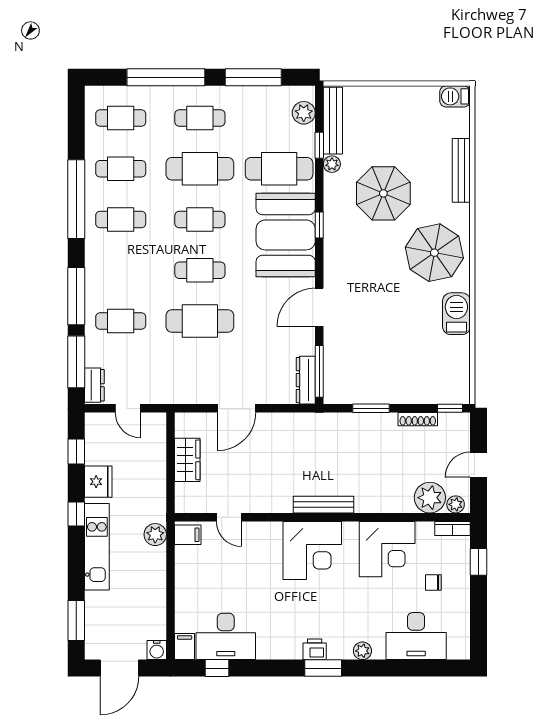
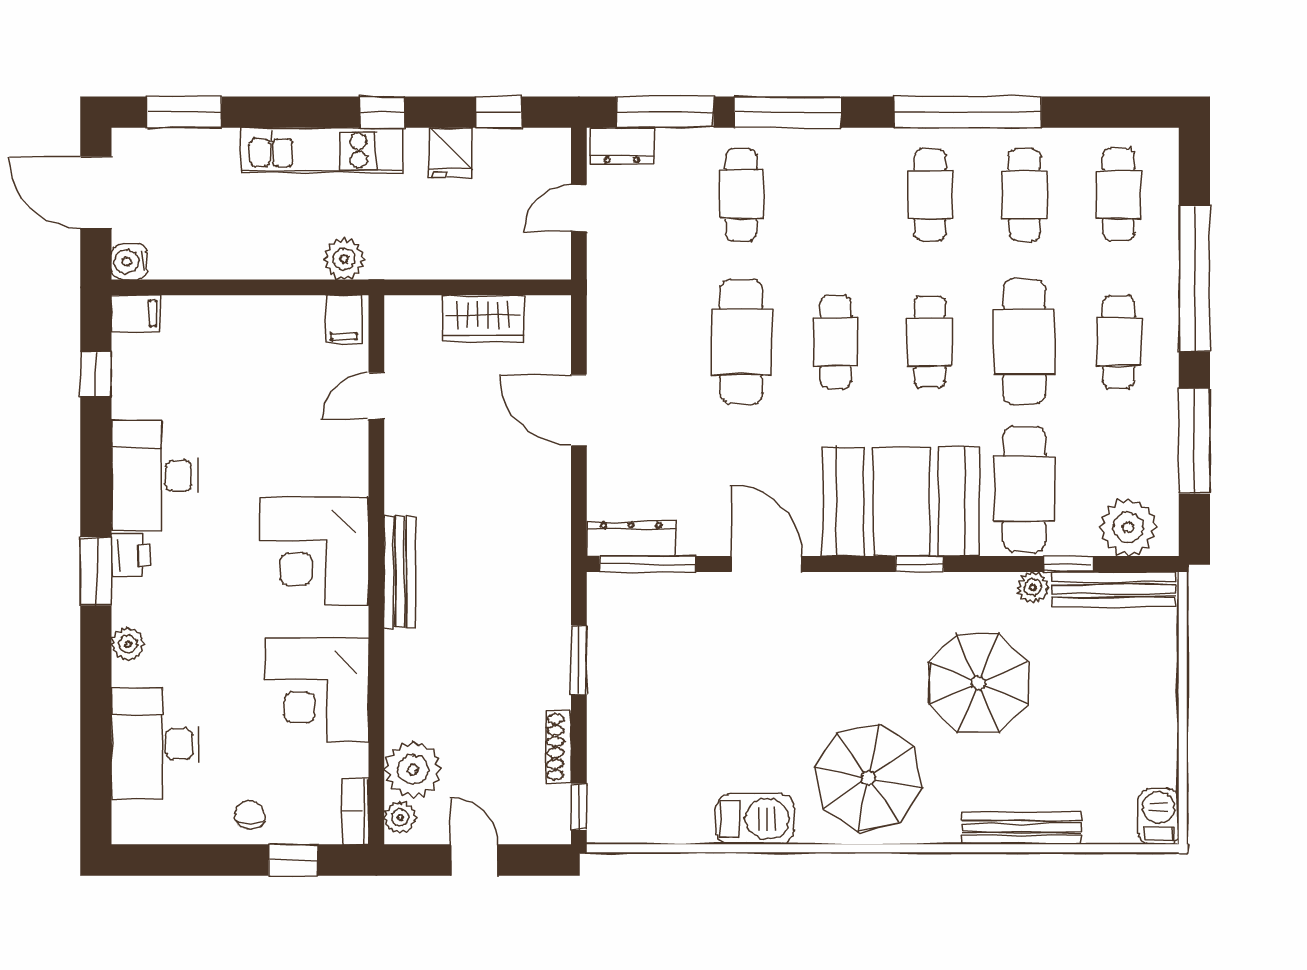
plant: (304, 113) -> (1128, 527), width x1.36, depth x1.36
fridge: (98, 482) -> (451, 153), width x0.72
chair: (433, 582) -> (250, 815), moved
desk: (226, 636) -> (155, 476), moved

